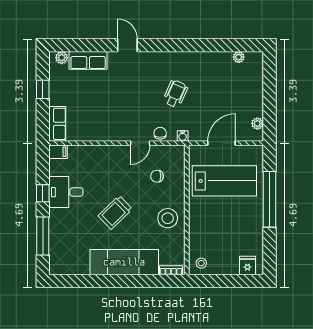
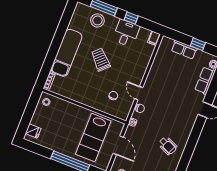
wheelchair: (175, 94) -> (168, 146), moved
row of seats: (57, 124) -> (184, 50), moved
stool: (168, 218) -> (97, 20), moved

